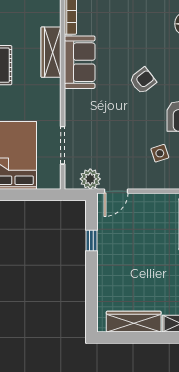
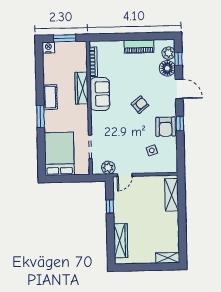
wardrobe: (134, 322) -> (121, 241), moved, turned 90

